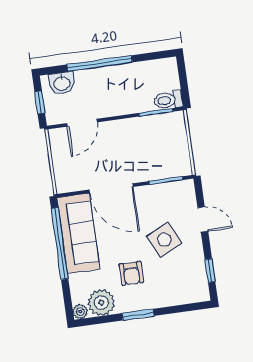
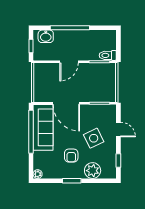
door: (82, 123) -> (69, 62), moved
plant: (101, 303) -> (93, 171), moved

